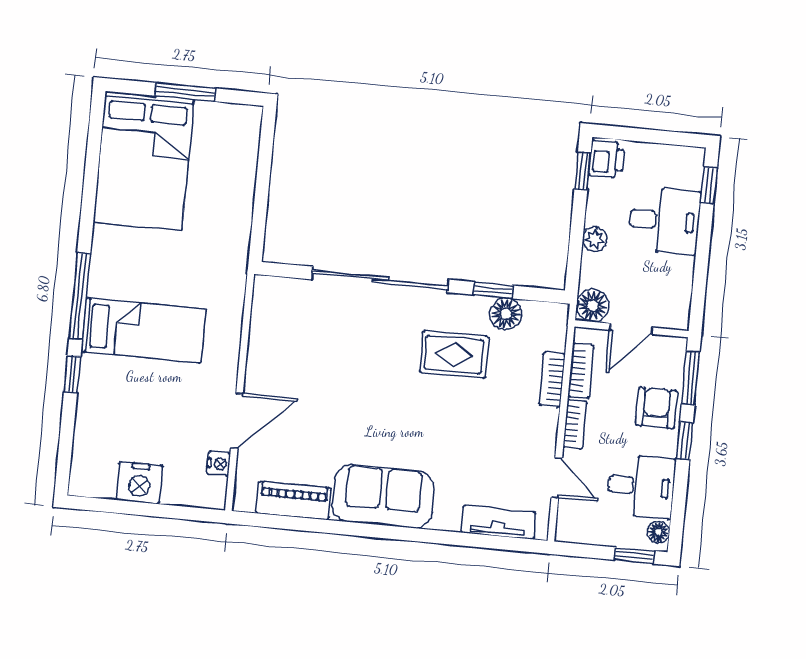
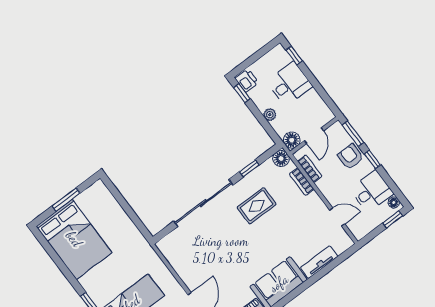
floor lamp: (506, 314) -> (281, 159), moved
bookcase: (575, 424) -> (326, 191), removed
tv unit: (498, 522) -> (319, 262), moved

